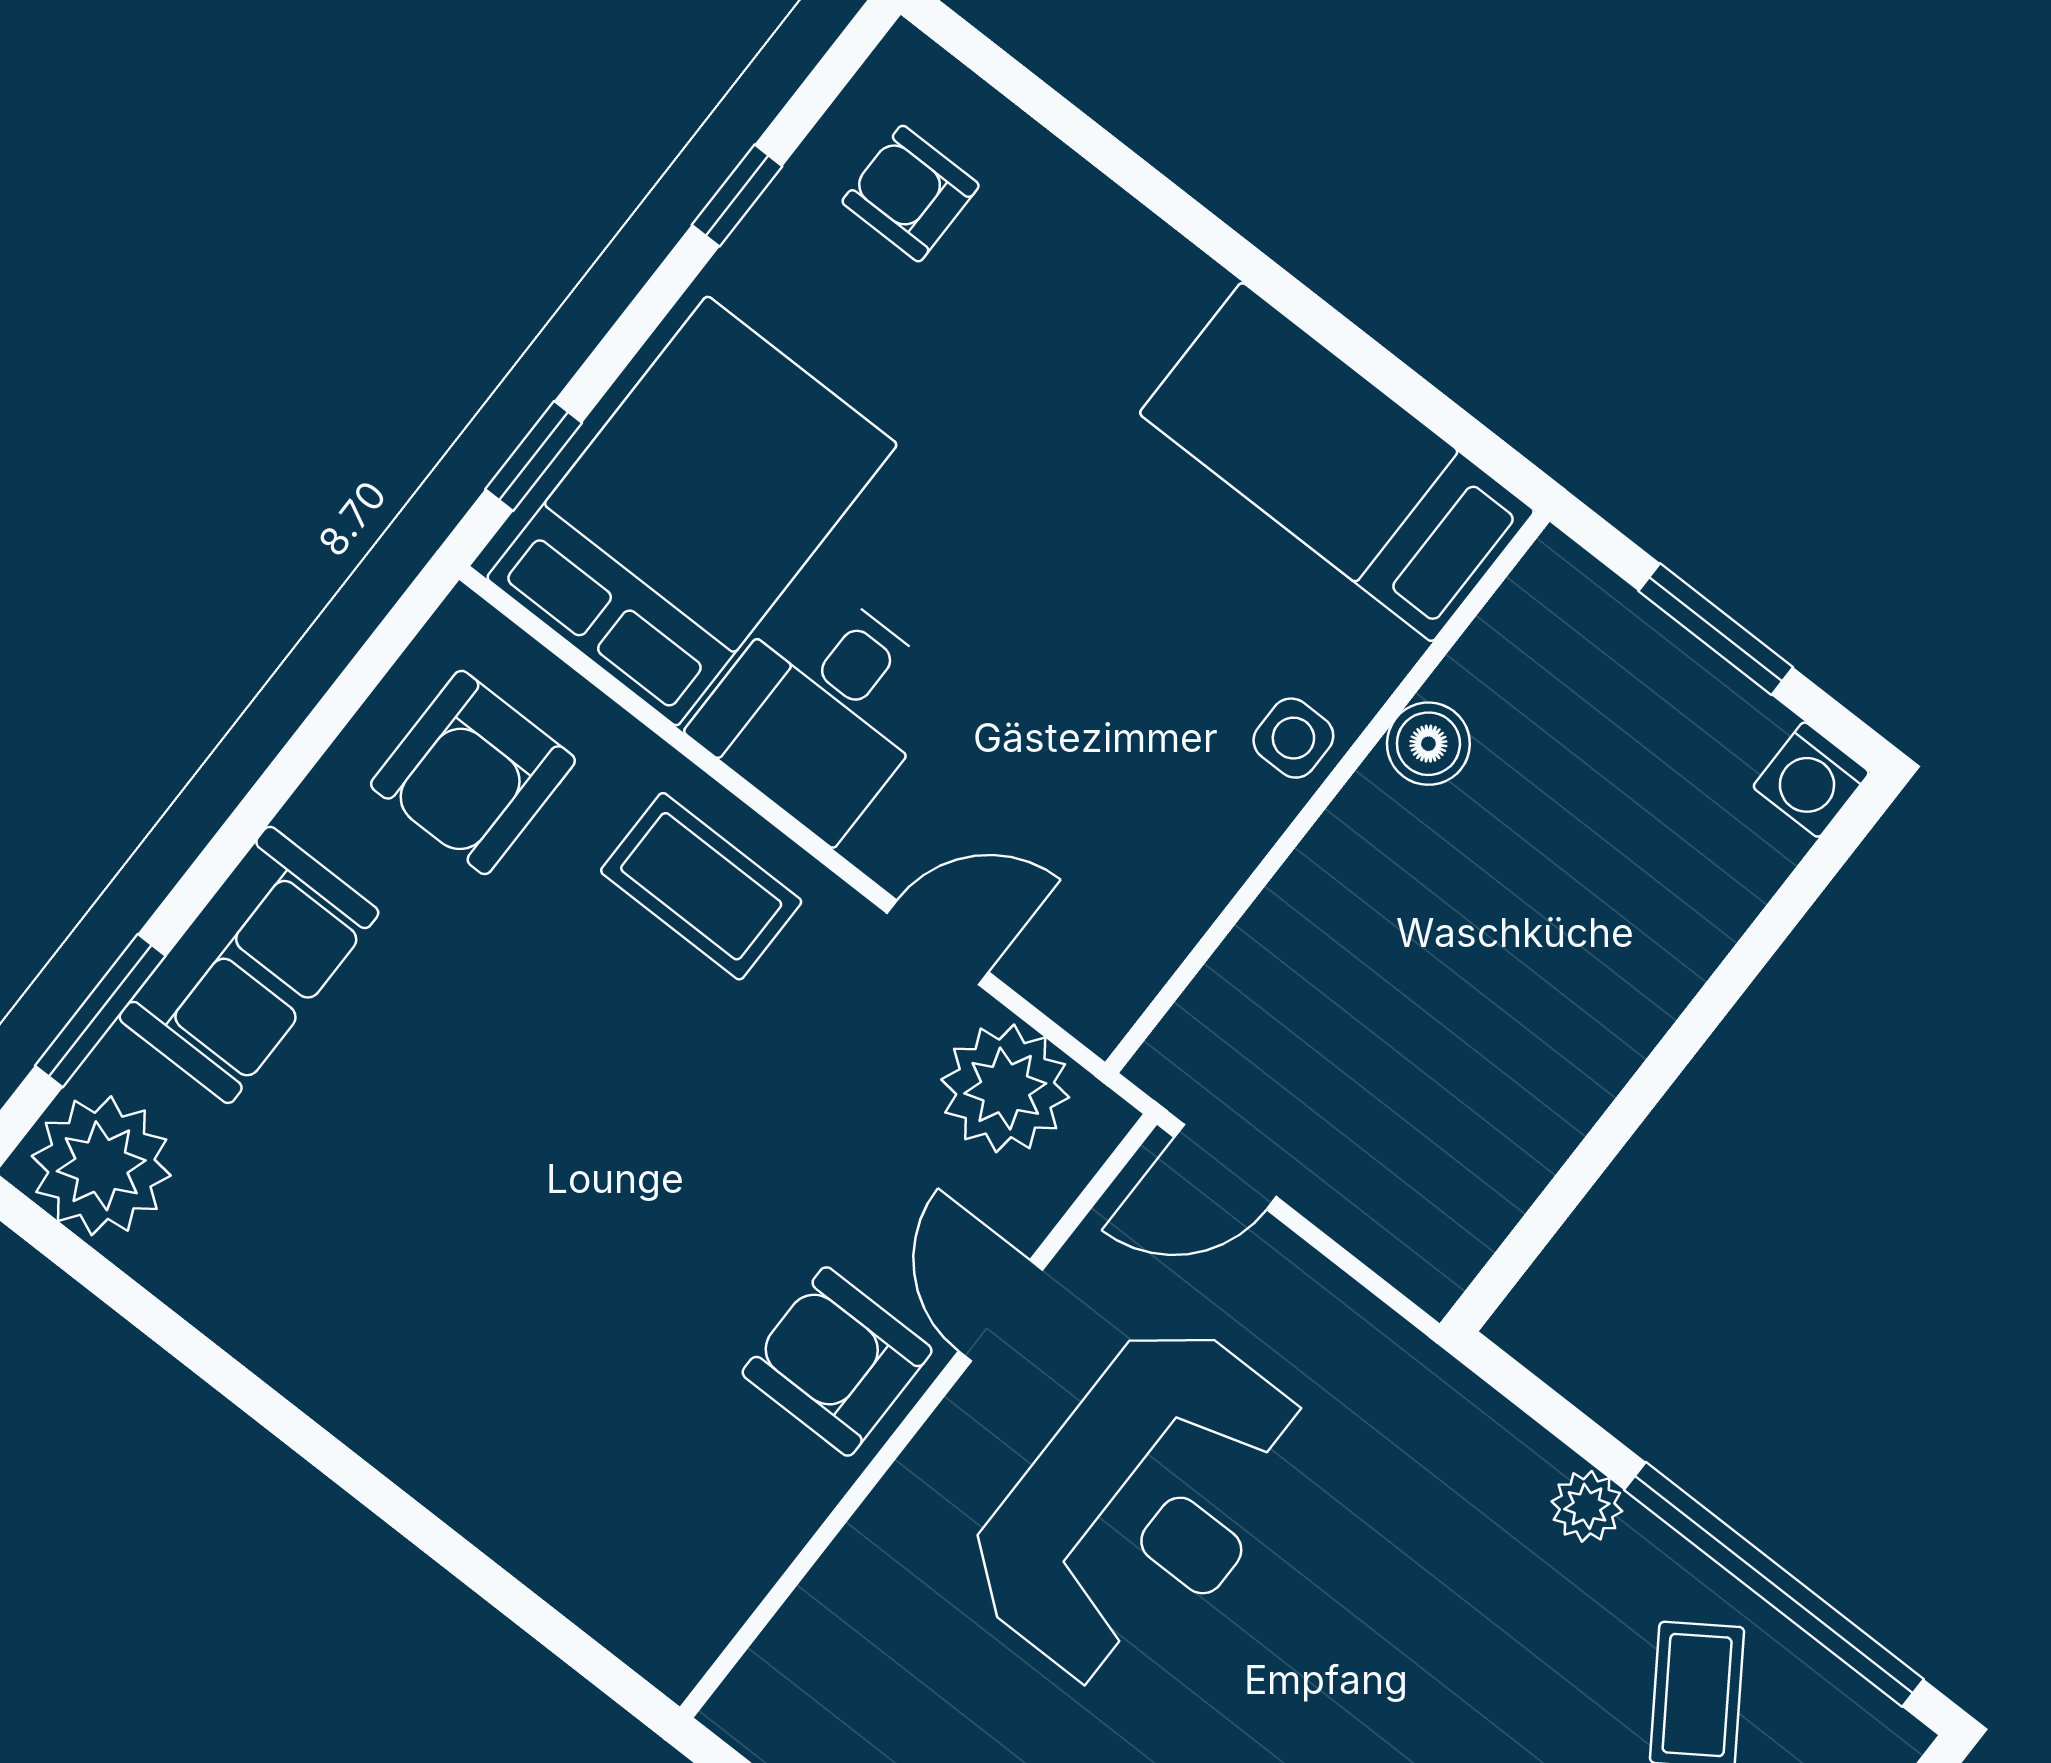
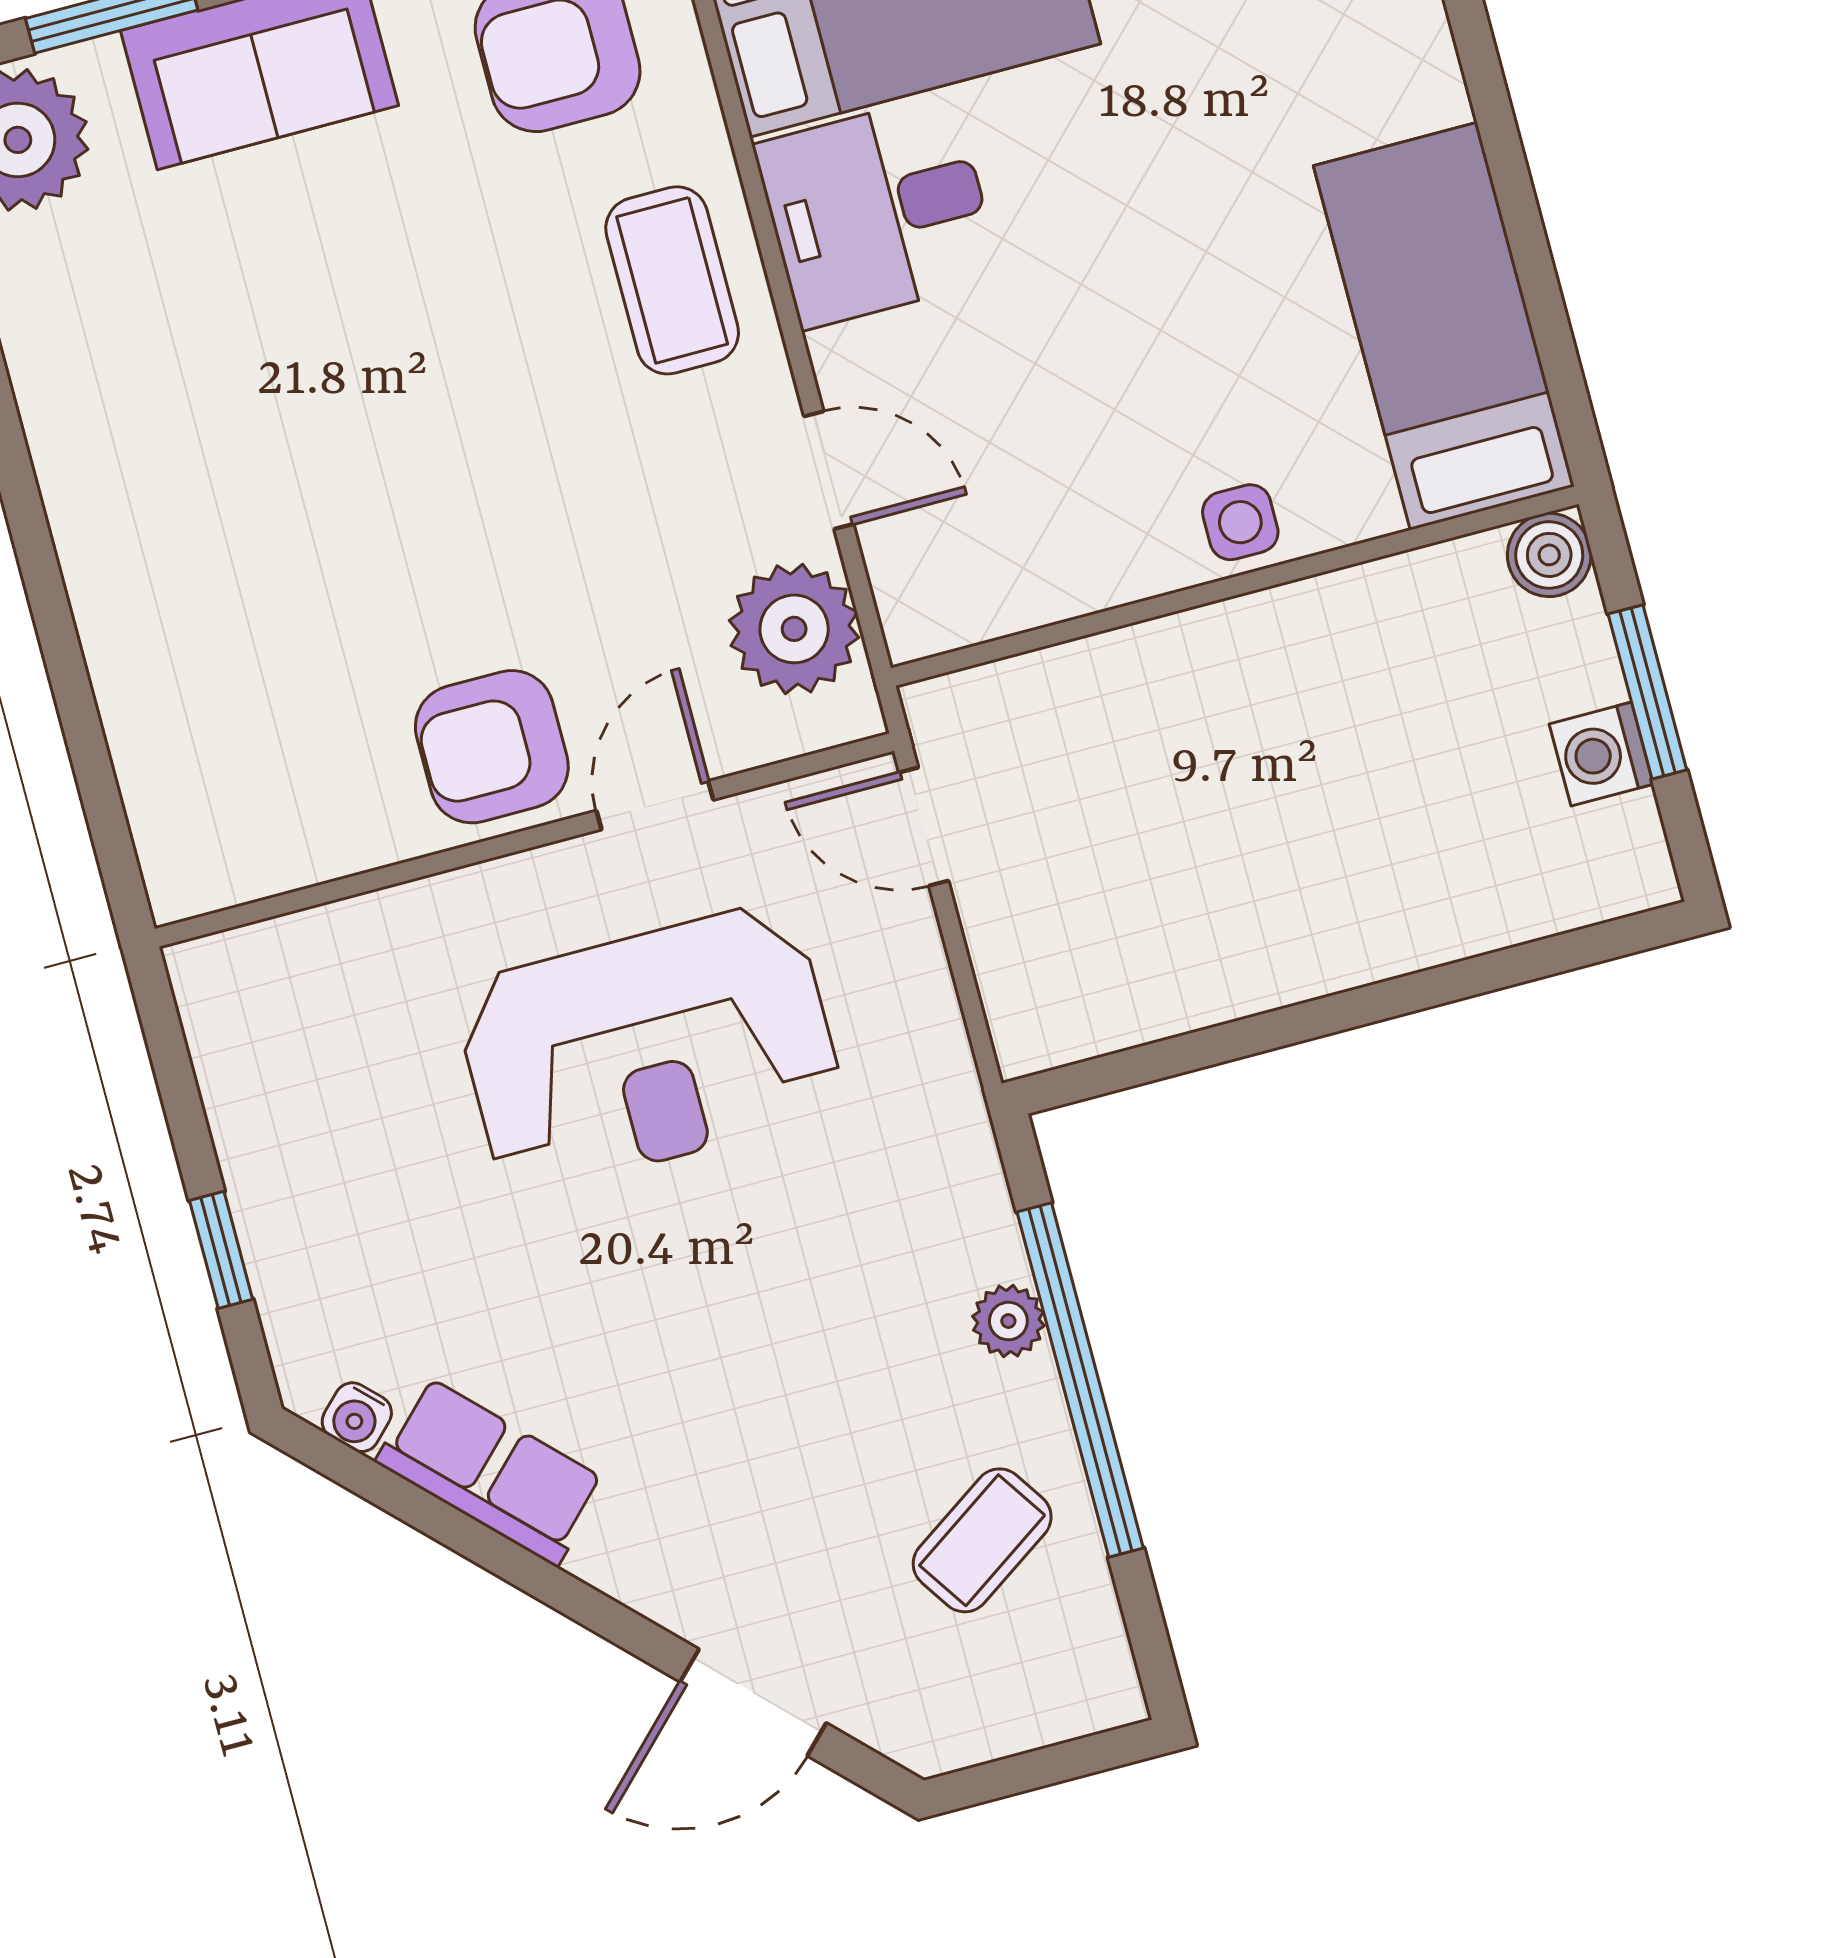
boiler: (1428, 744) -> (1549, 555), moved
washing machine: (1811, 780) -> (1601, 754), moved
armchair: (837, 1362) -> (492, 747), turned -90
window: (1774, 1584) -> (1080, 1380), moved

